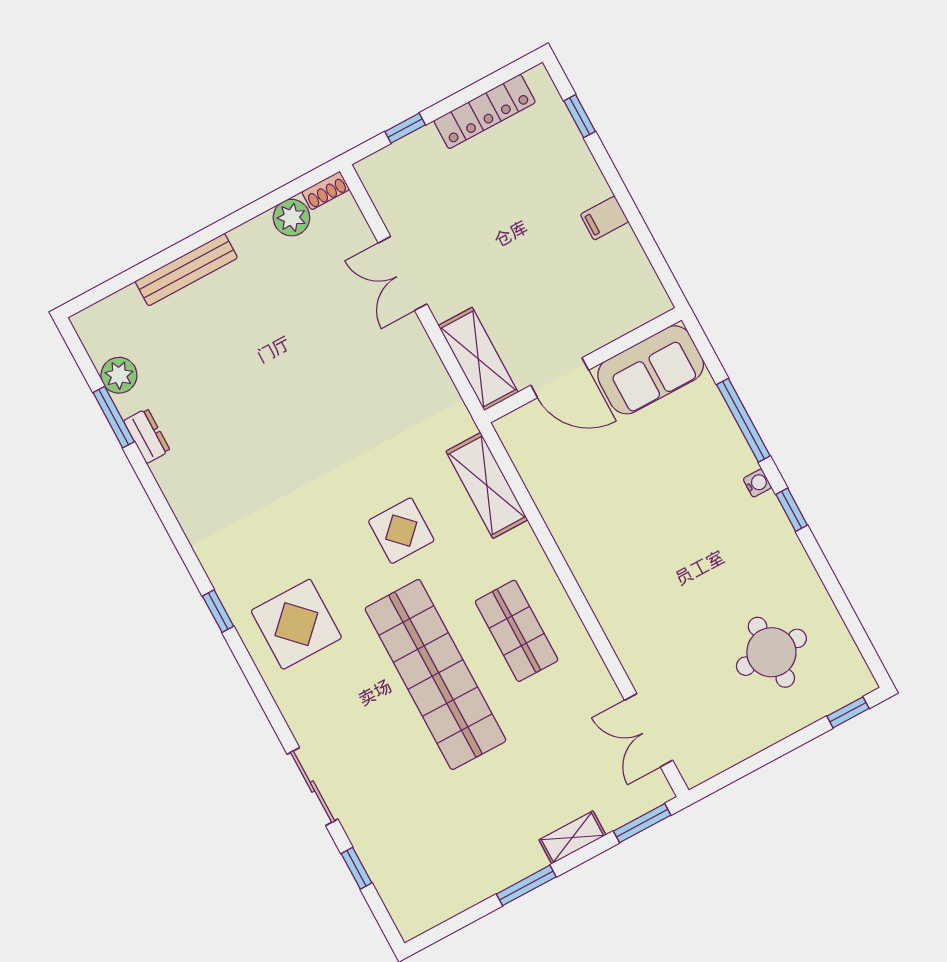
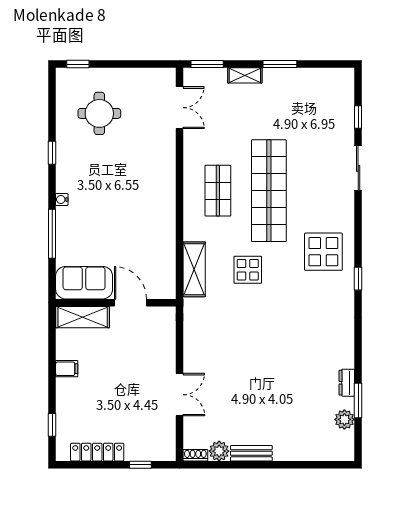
bench: (186, 270) -> (251, 453), moved, width x0.73
shelving: (478, 359) -> (83, 317), moved, turned 90
window: (792, 510) -> (52, 153), moved

